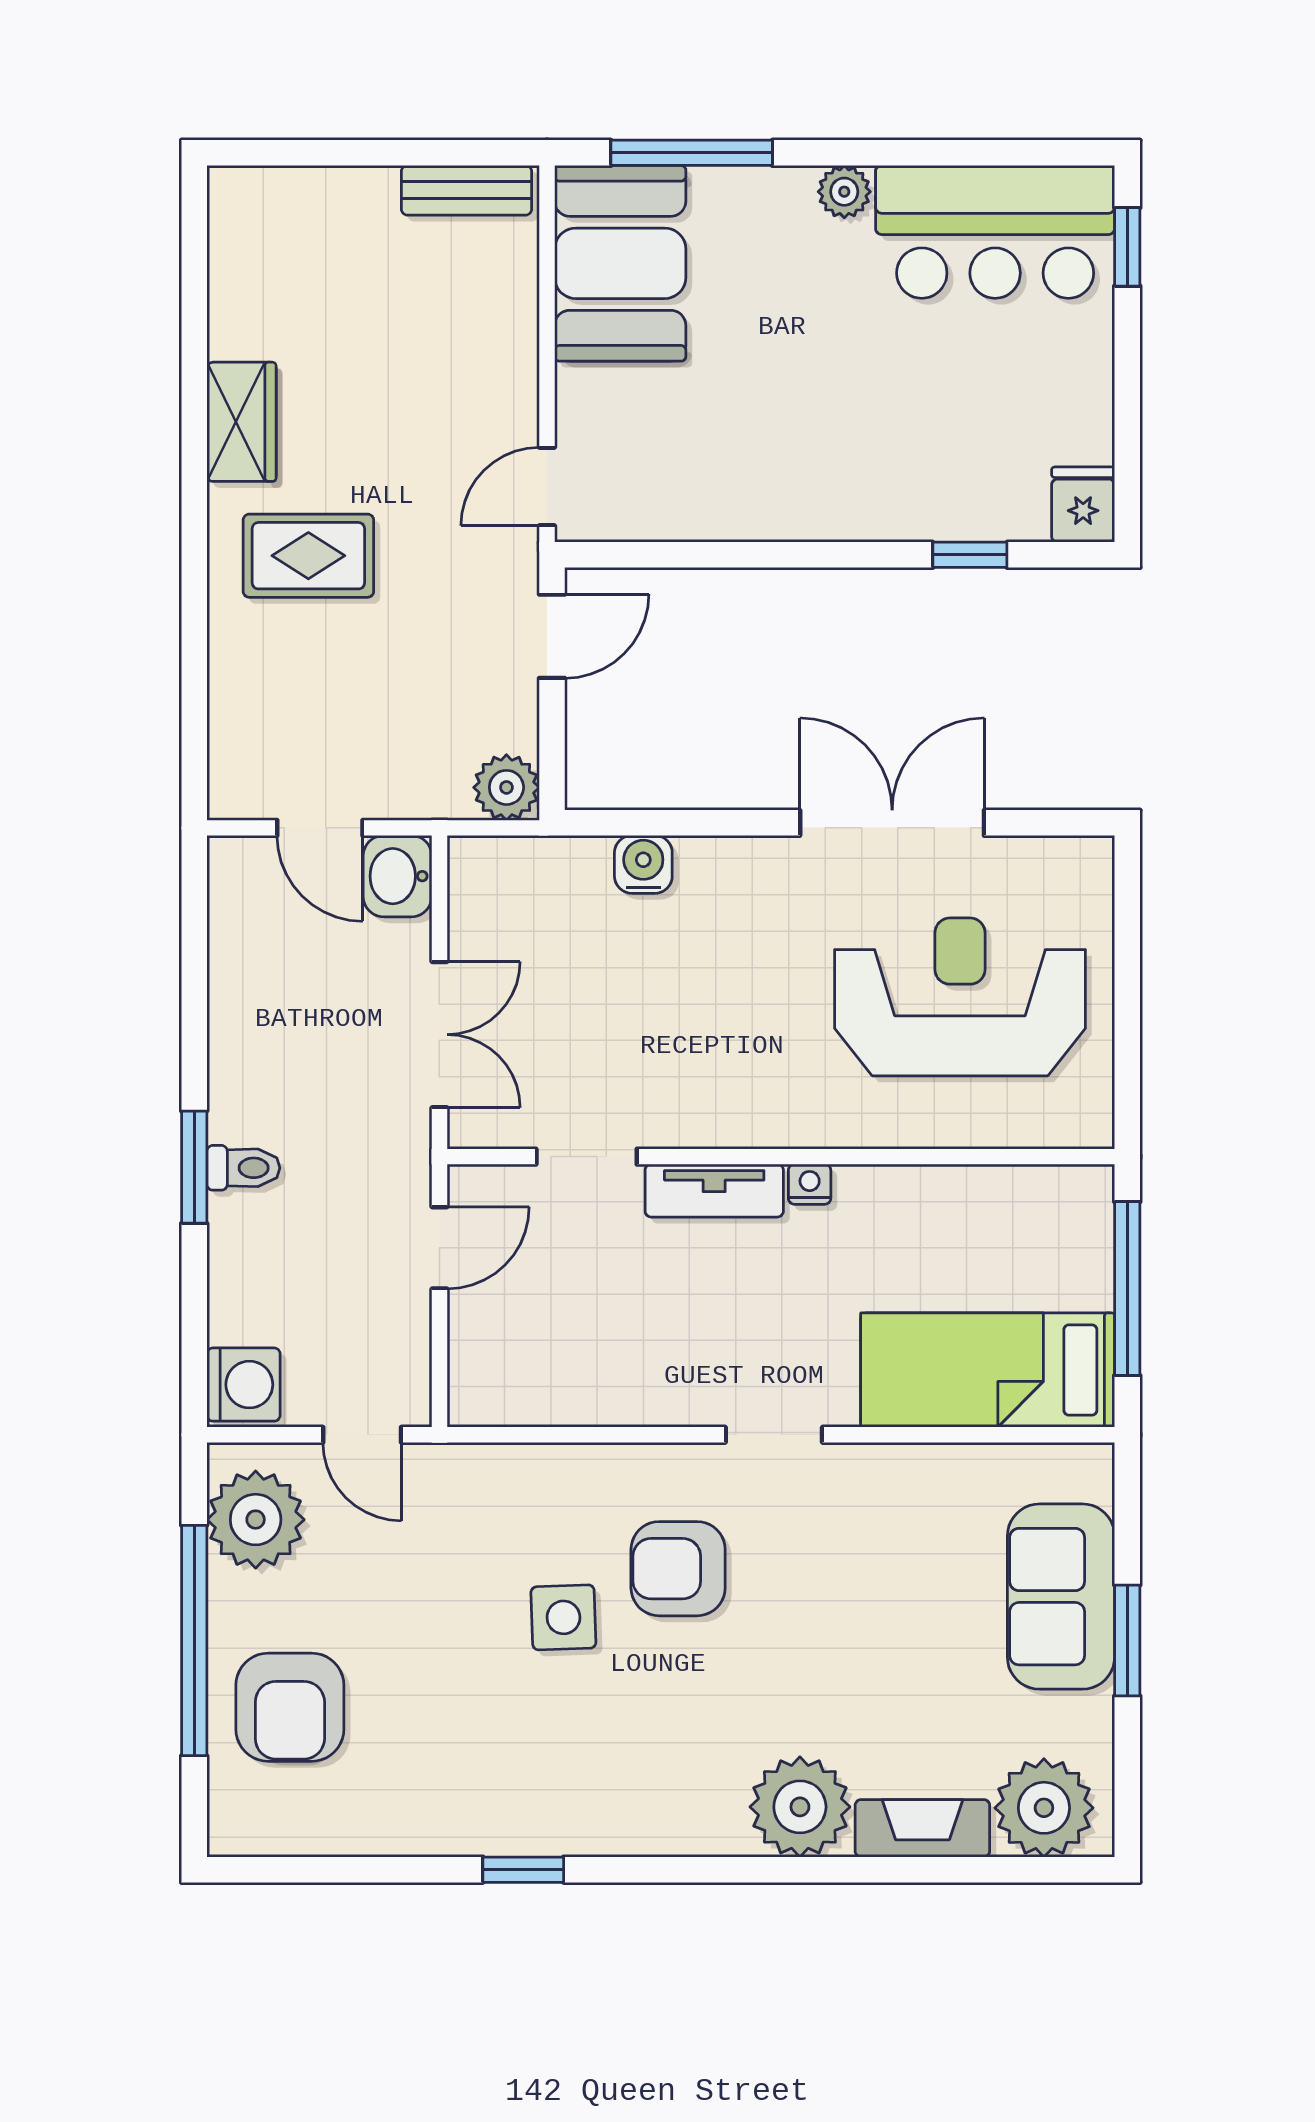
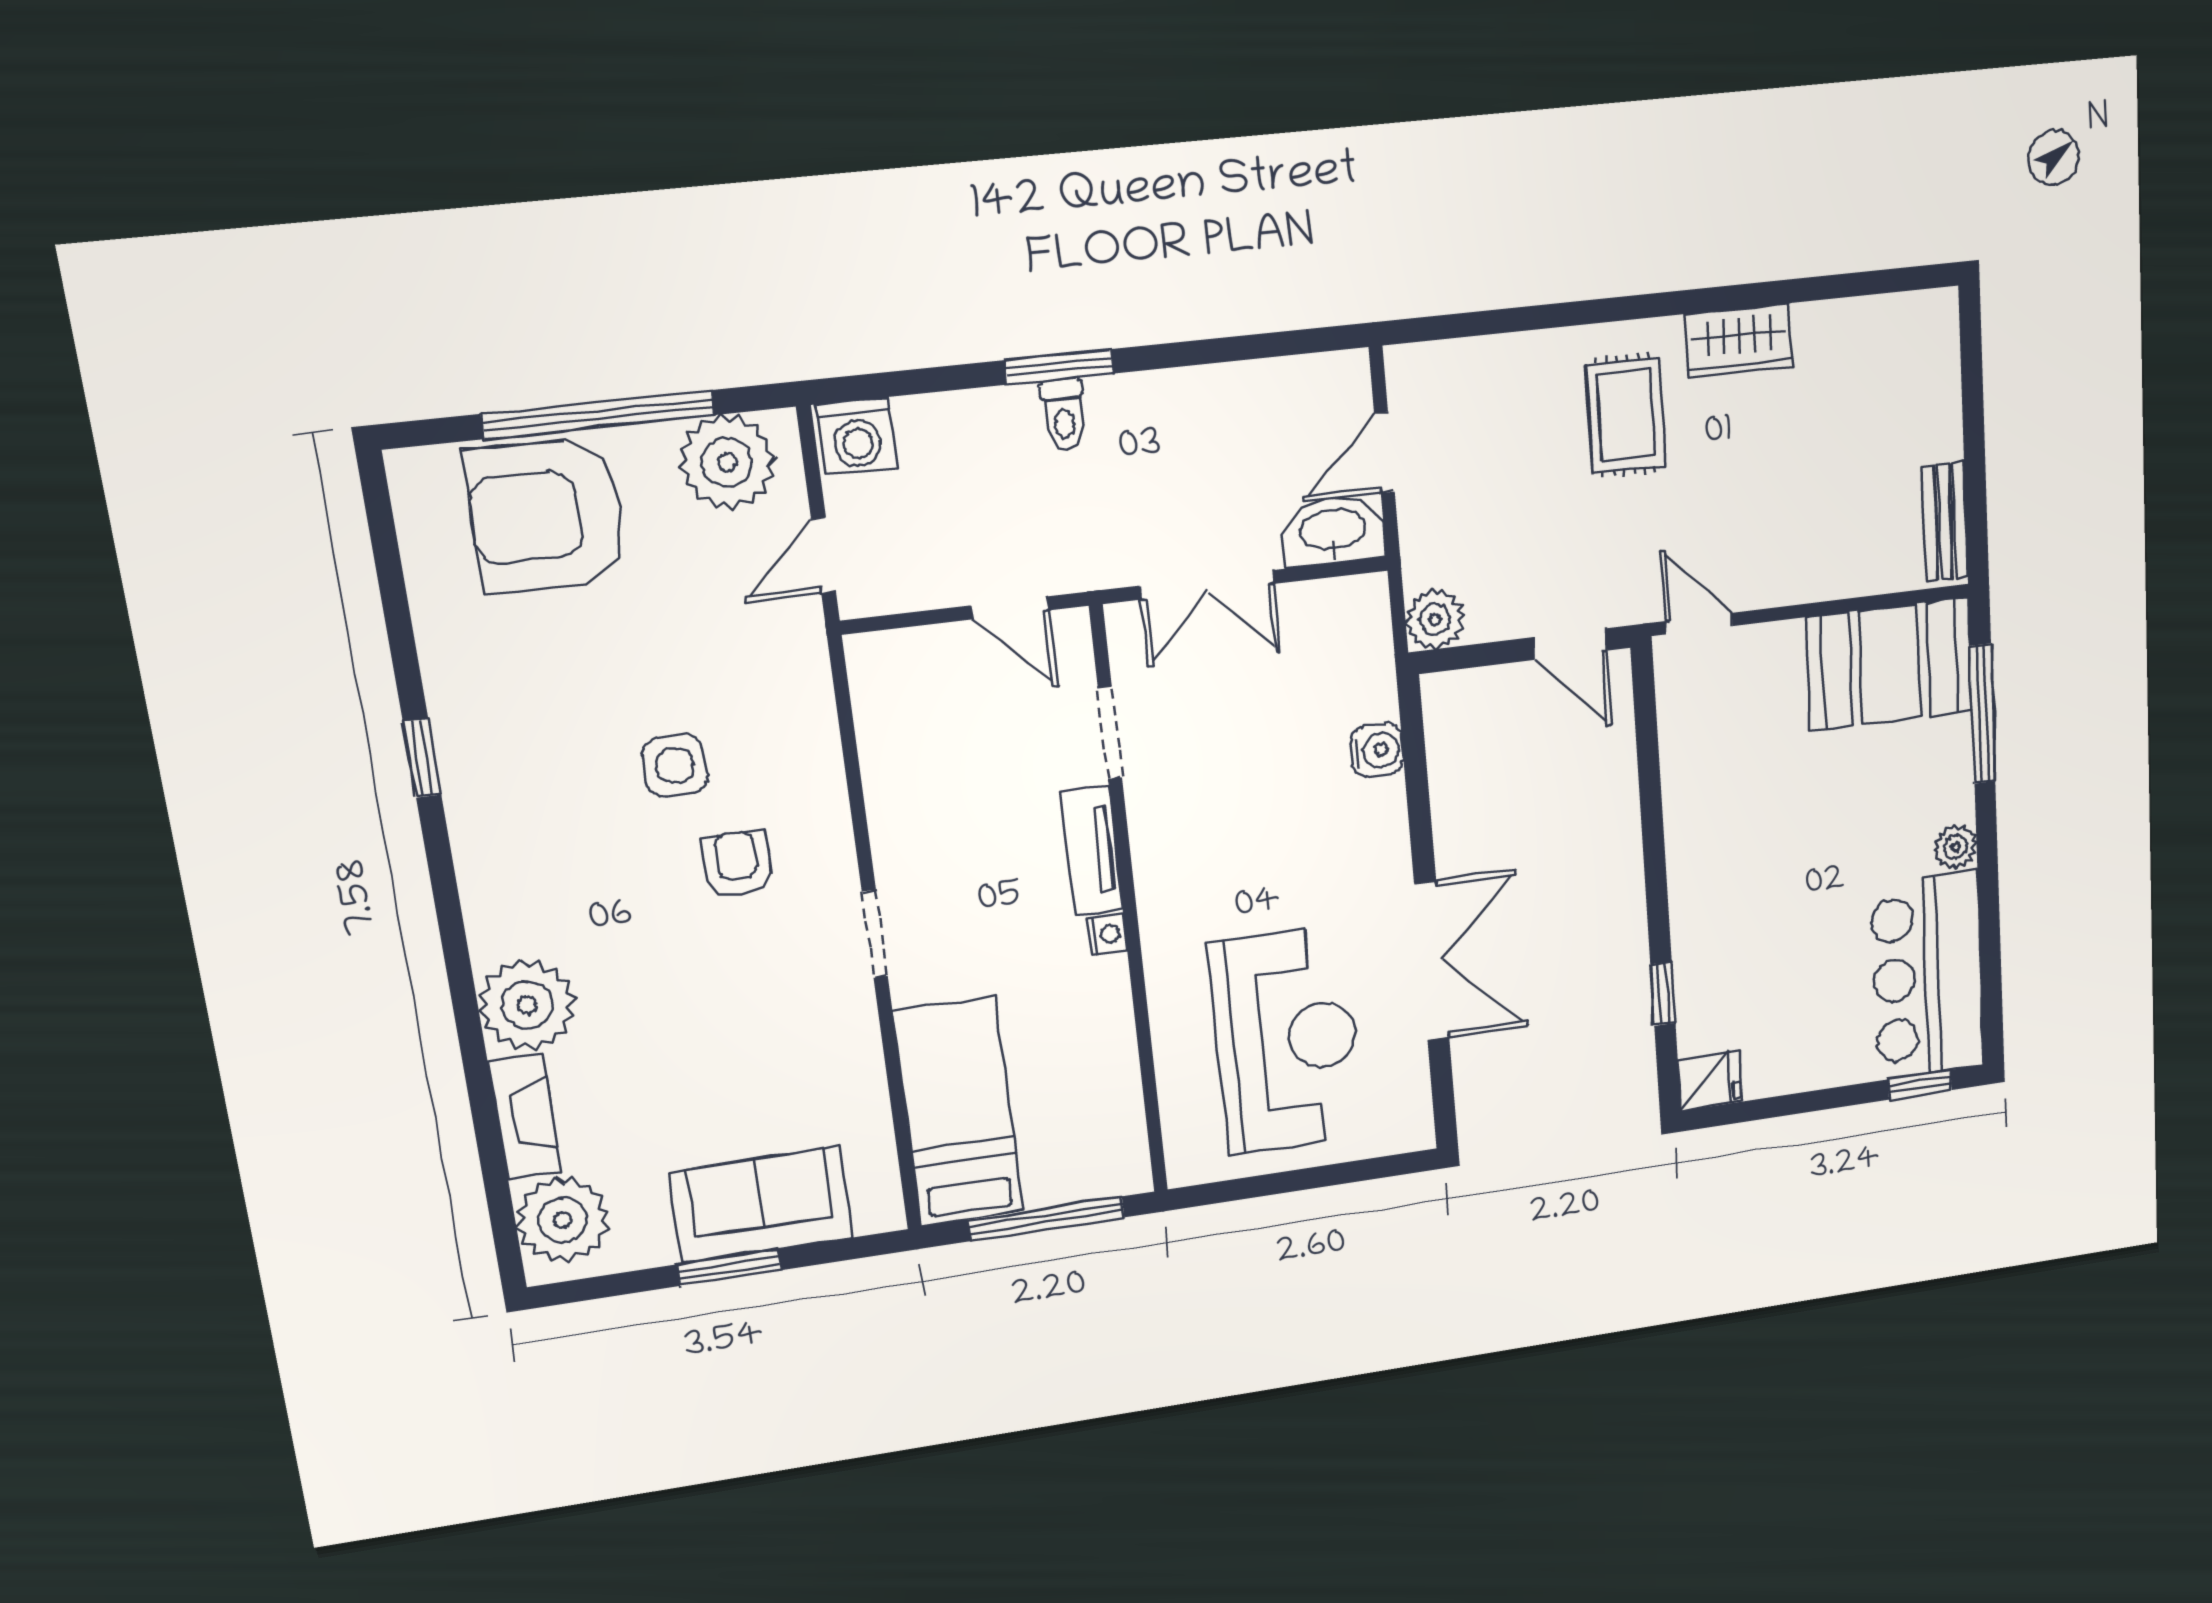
washbasin: (398, 876) -> (1333, 531), width x1.38
armchair: (678, 1569) -> (737, 865), width x0.72, depth x0.72
armchair: (290, 1707) -> (546, 516), width x1.36, depth x1.36

